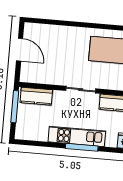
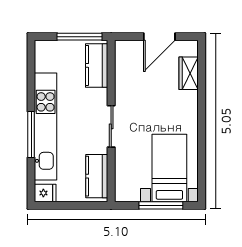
wardrobe: (48, 31) -> (189, 73), added
kitchen unit: (77, 136) -> (46, 127), width x1.36

